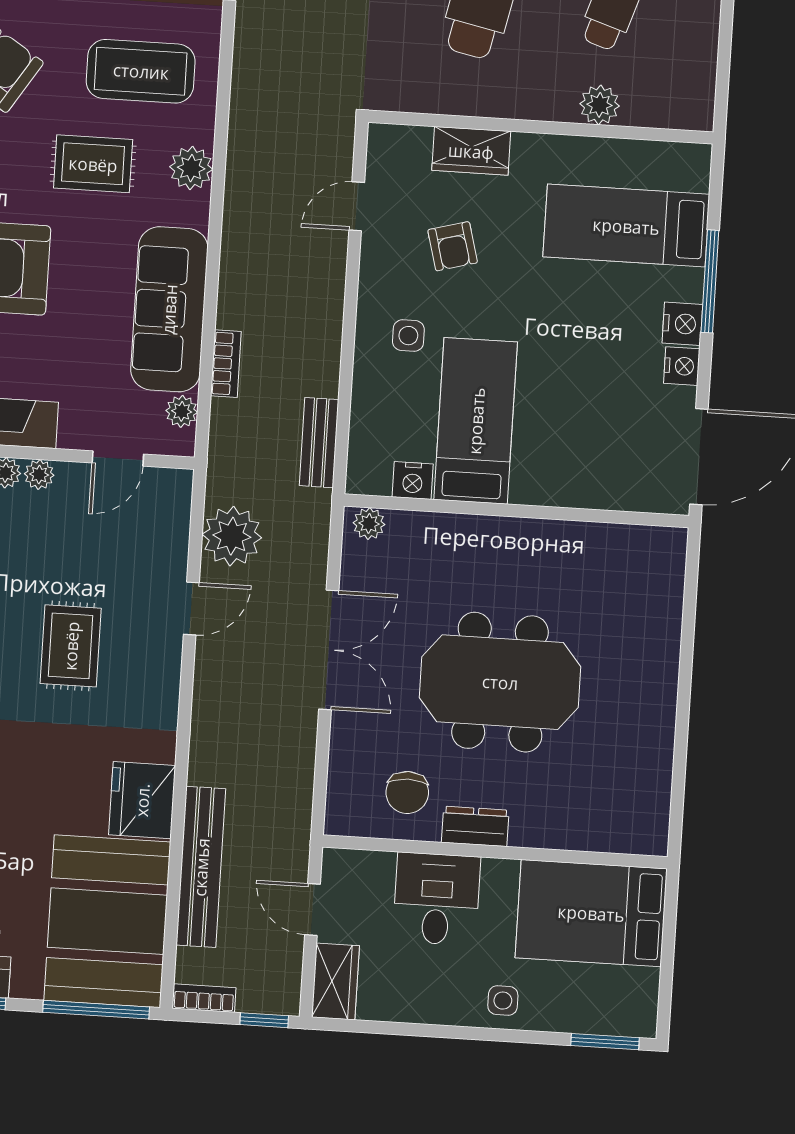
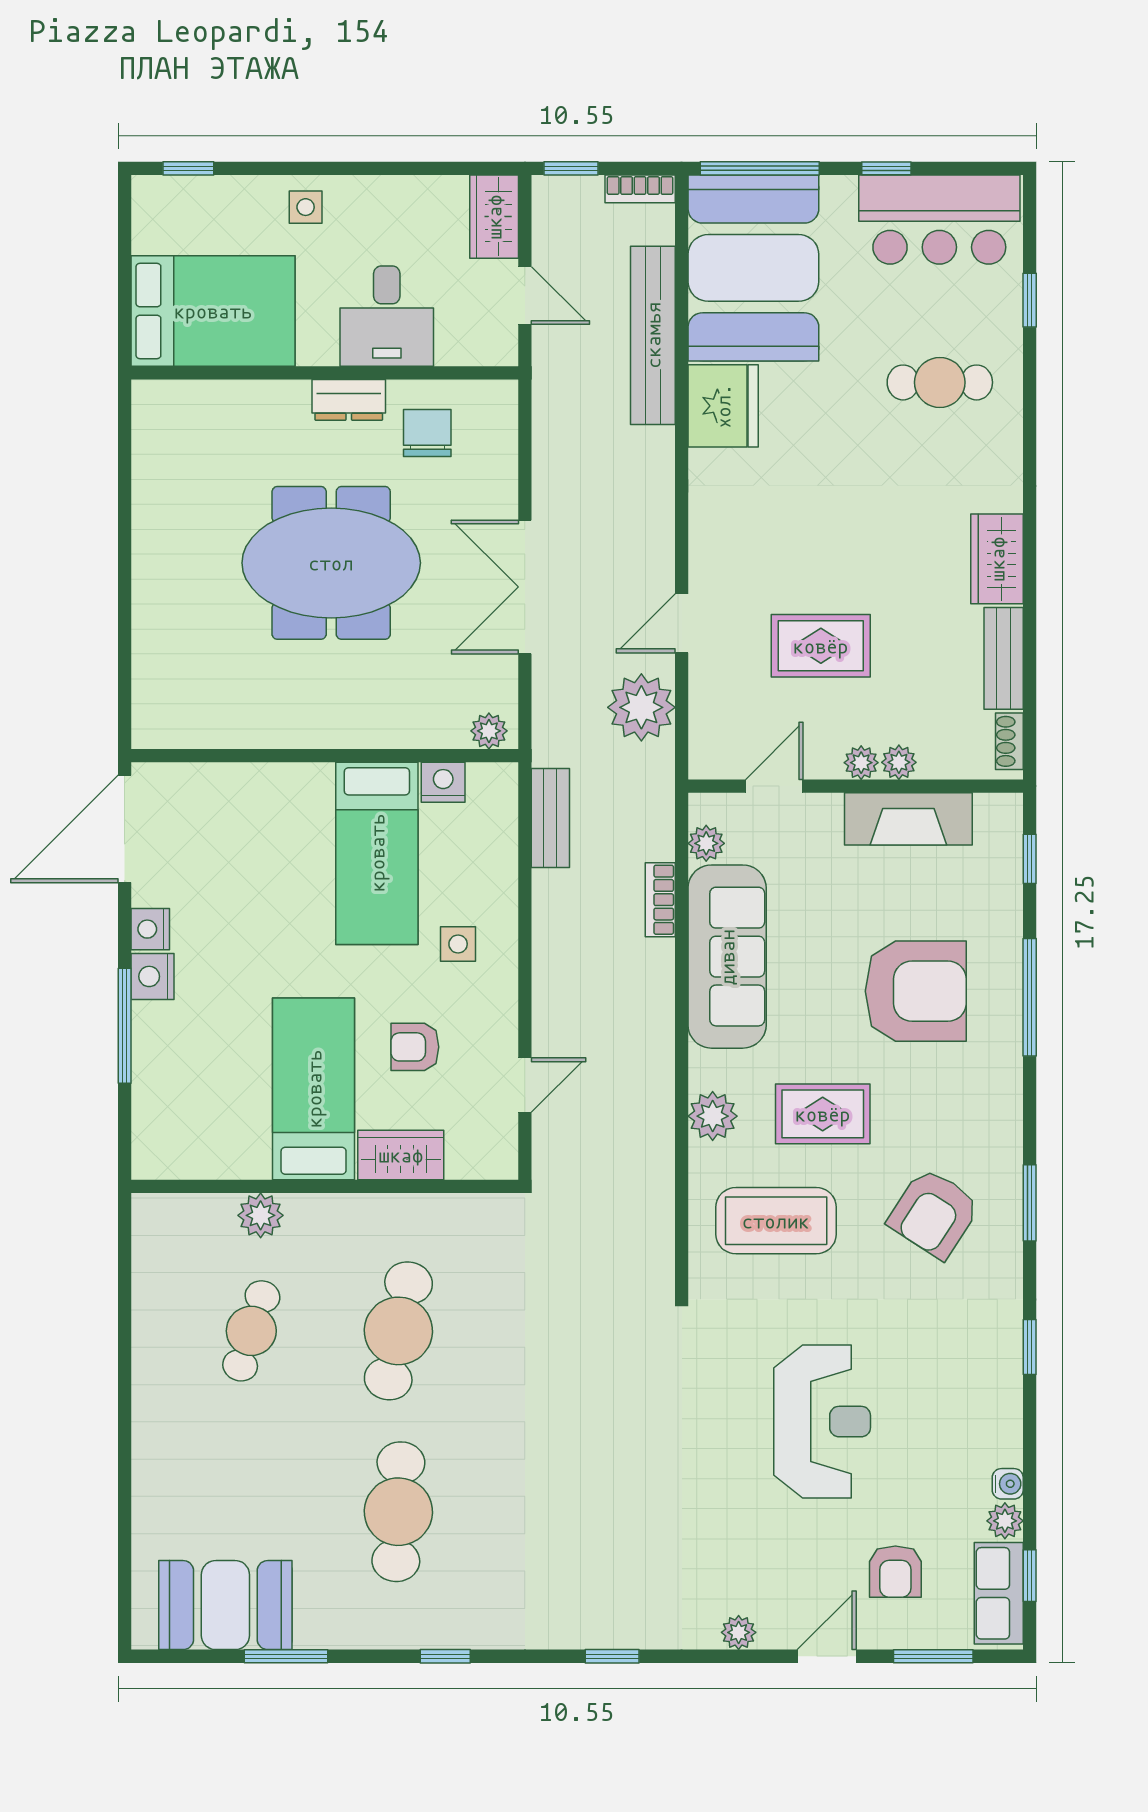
bed: (626, 226) -> (314, 1089), moved, turned -90
armchair: (453, 246) -> (415, 1047), turned -75
rug: (71, 646) -> (821, 646), moved, turned 90
window: (605, 1042) -> (188, 168), width x0.67

